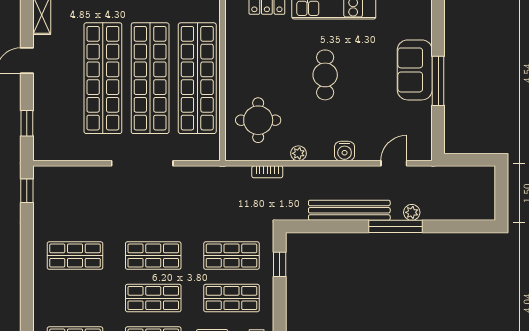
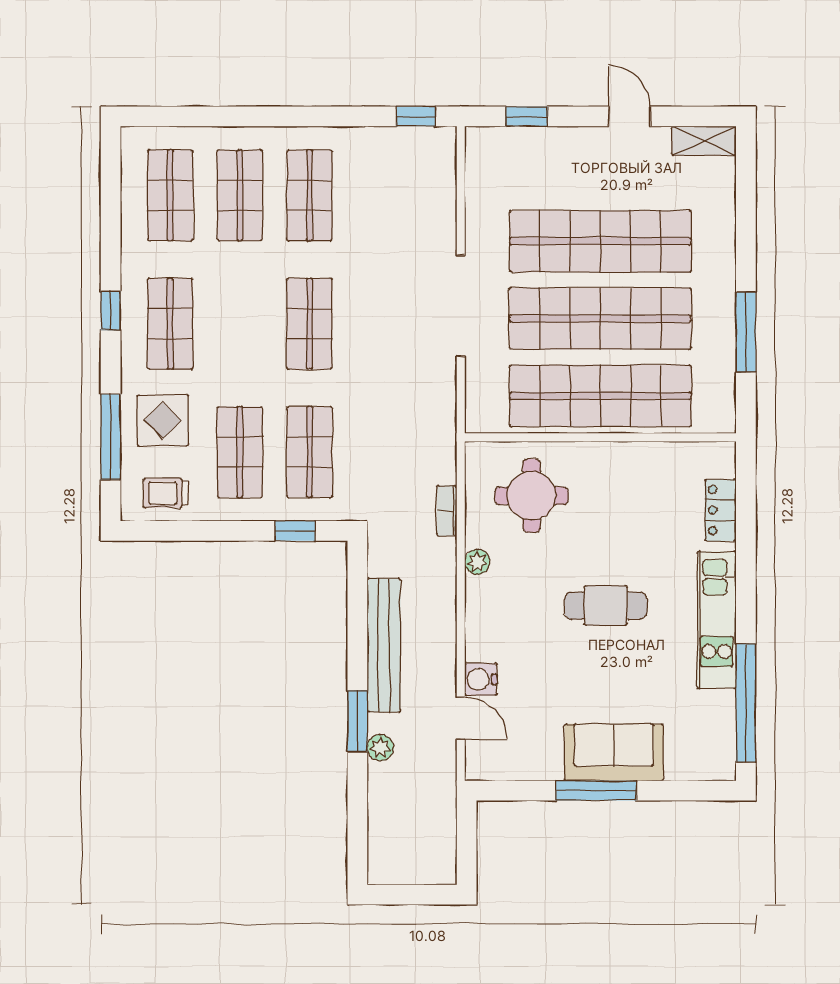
water cooler: (345, 151) -> (481, 679), moved
window: (396, 226) -> (357, 721), width x0.69
shop shelf: (153, 298) -> (240, 195), moved

